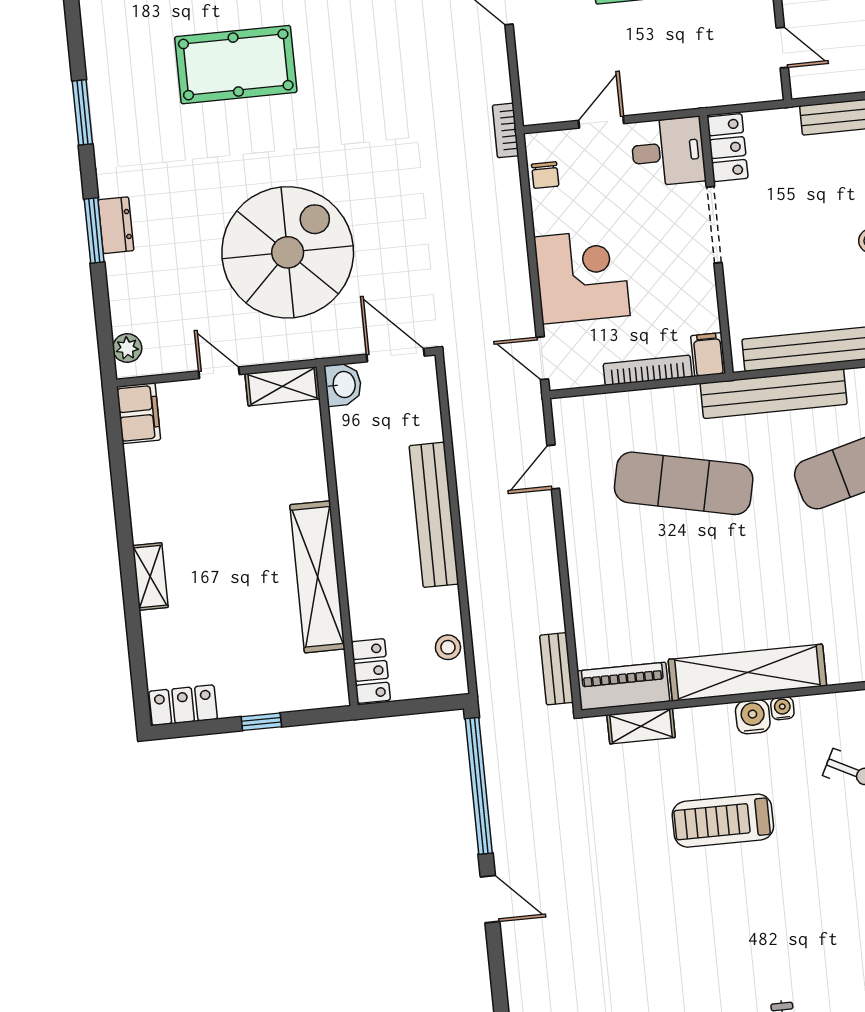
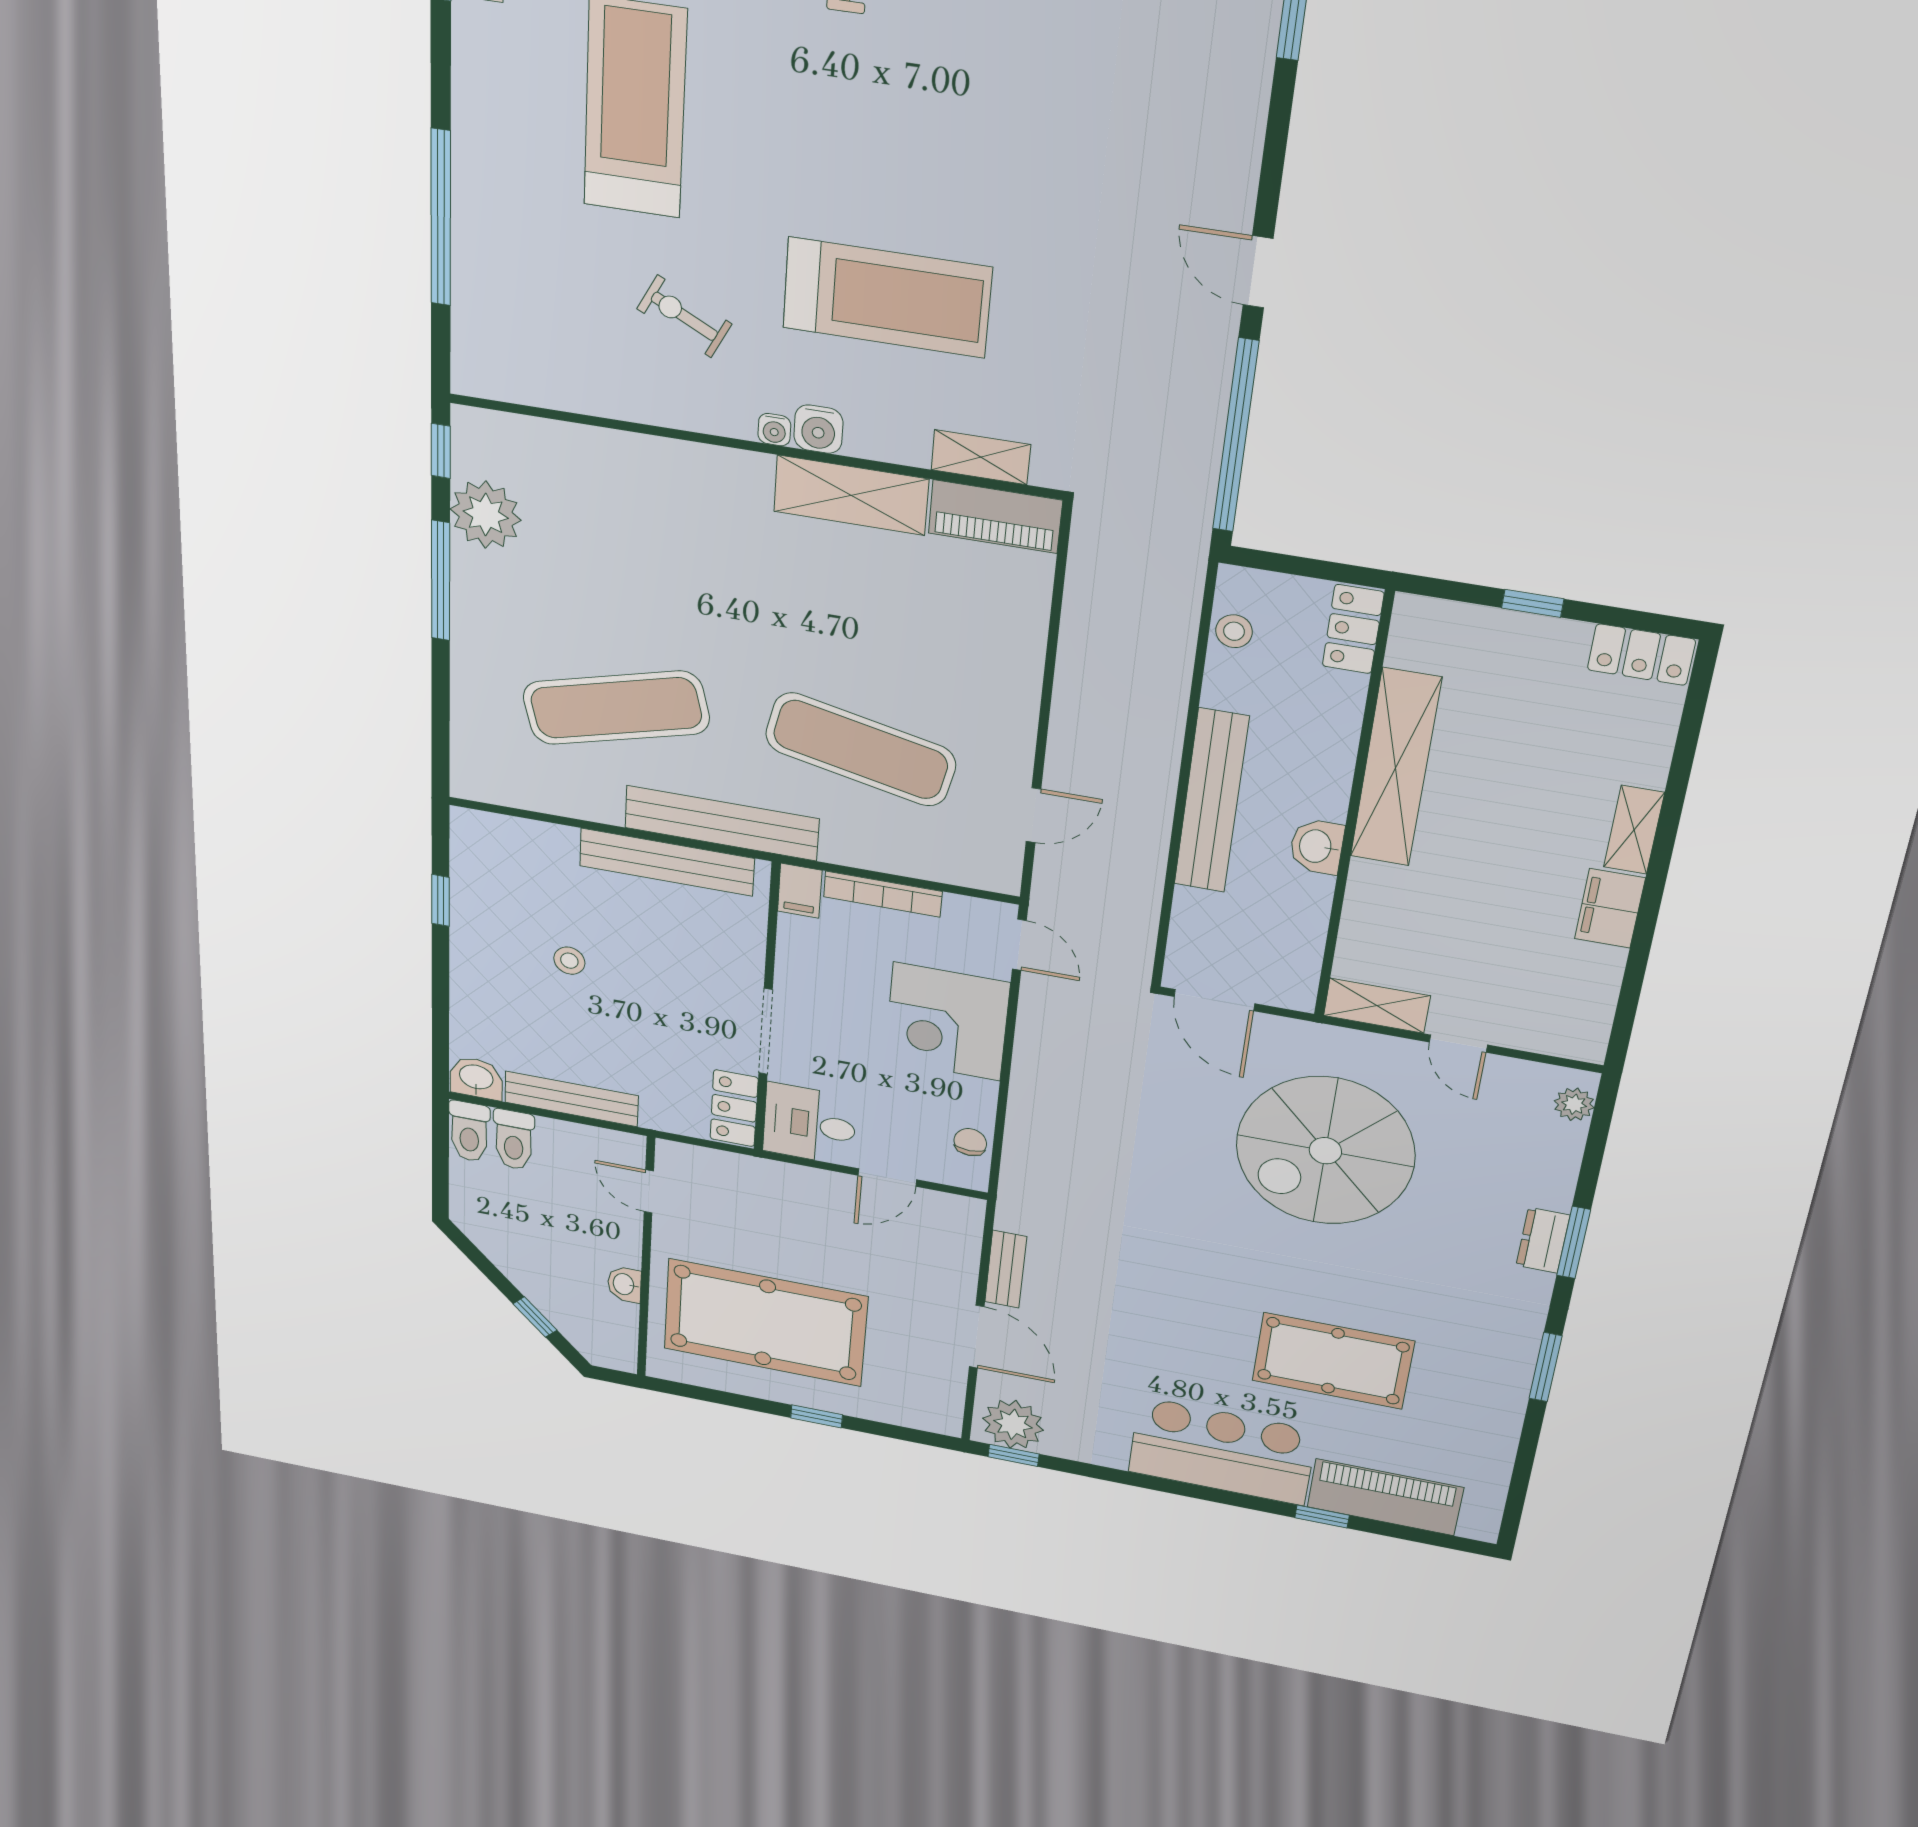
bookcase: (506, 130) -> (1010, 1202), removed
washbasin: (343, 385) -> (1317, 846), moved
filing cabinet: (139, 413) -> (1610, 908), moved
bench: (556, 669) -> (1006, 1269), moved
shelving: (747, 673) -> (851, 495), width x0.68
treadmill: (723, 821) -> (887, 298), width x1.37, depth x1.38

